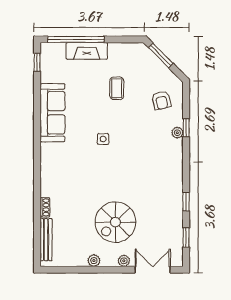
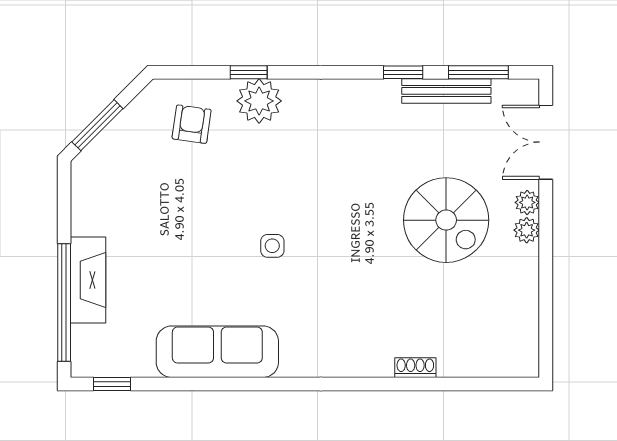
coffee table: (117, 88) -> (166, 217), removed
armchair: (161, 100) -> (192, 124), turned -69
plant: (177, 133) -> (259, 101), width x1.88, depth x1.88
window: (186, 237) -> (478, 72), width x1.50
bench: (46, 240) -> (446, 91), moved
plant: (94, 261) -> (527, 230), moved

